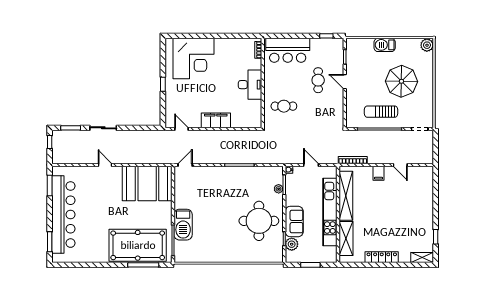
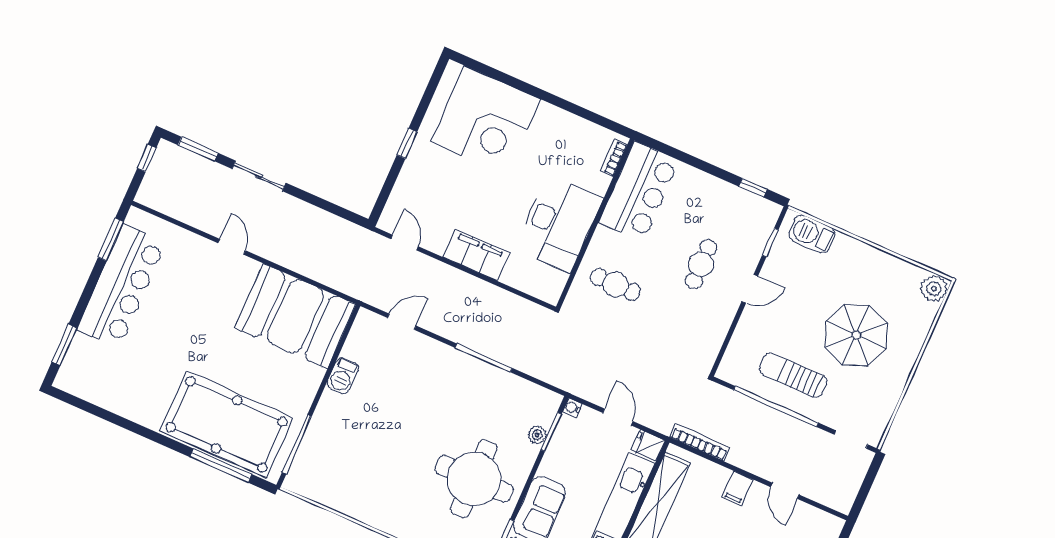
barbecue: (385, 45) -> (812, 234), moved
bar counter: (288, 50) -> (639, 192), moved, turned -90
door: (345, 82) -> (750, 289), swing flipped
desk: (250, 85) -> (559, 223), width x1.36, depth x1.30
door: (185, 165) -> (402, 322), moved
fridge: (330, 172) -> (648, 446), added
bar counter: (63, 215) -> (121, 286), width x0.73
barbecue: (183, 225) -> (343, 376), moved, width x0.53, depth x0.65

